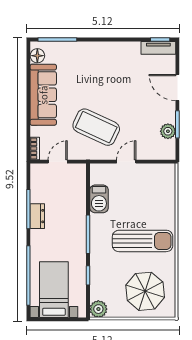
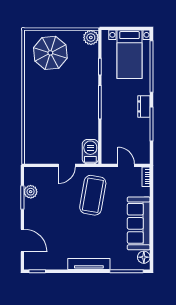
tv unit: (158, 48) -> (89, 264), moved, width x1.41
door: (177, 88) -> (22, 240), moved
coffee table: (96, 127) -> (93, 195), turned 75
door: (58, 162) -> (126, 165), swing flipped
barbecue: (99, 199) -> (90, 152), moved
dresser: (37, 216) -> (144, 106), moved
sun lounger: (143, 241) -> (53, 97), removed

